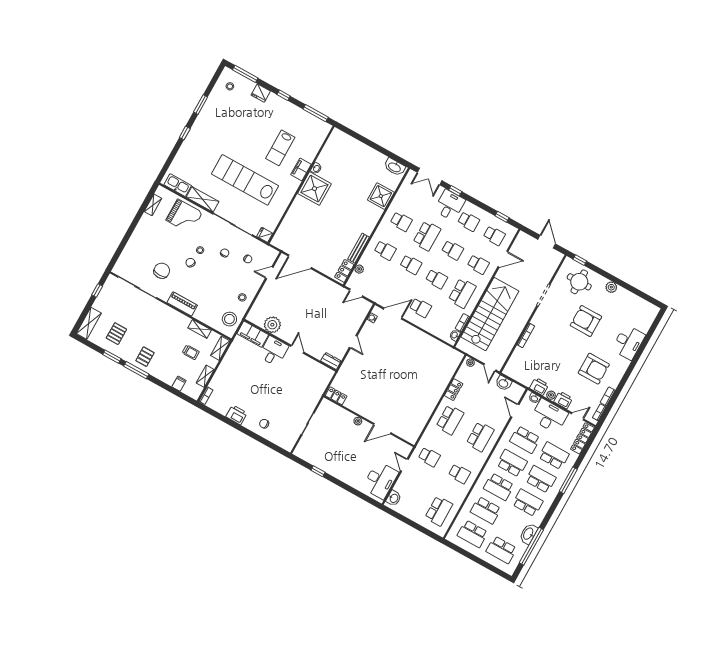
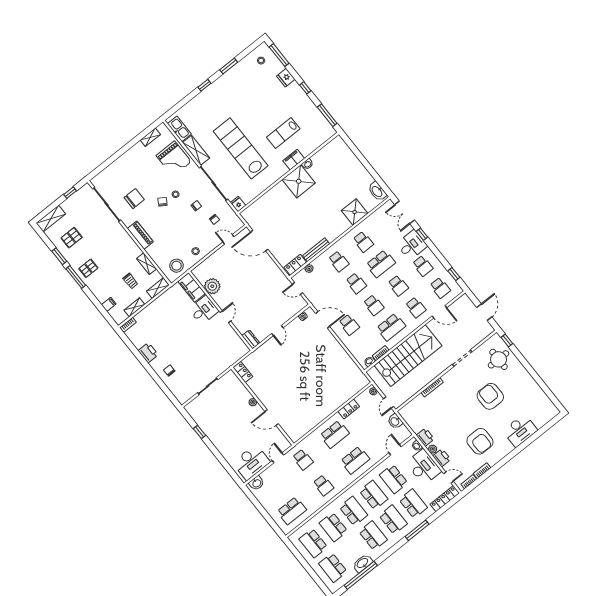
plant: (611, 287) -> (525, 376), removed
school desk: (499, 487) -> (353, 511), turned 180

